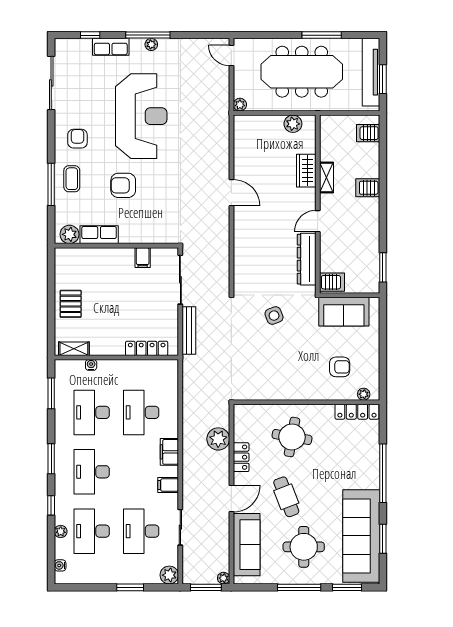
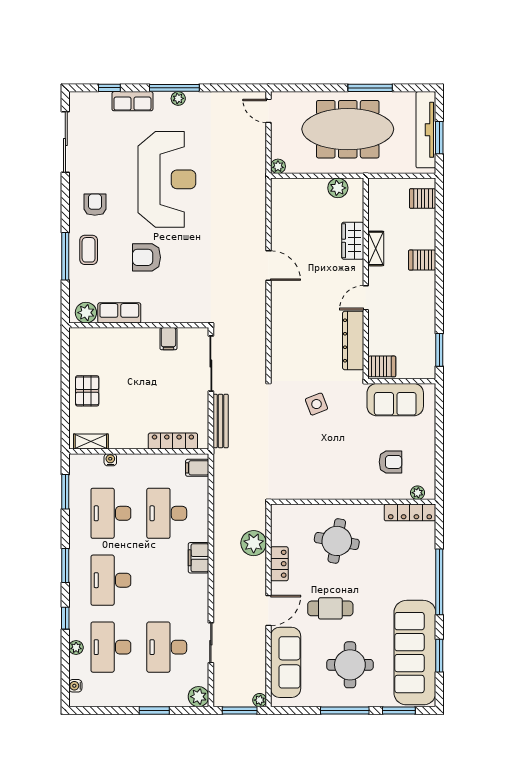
filing cabinet: (168, 485) -> (197, 468), moved
cafe table: (286, 497) -> (330, 608), turned -69

